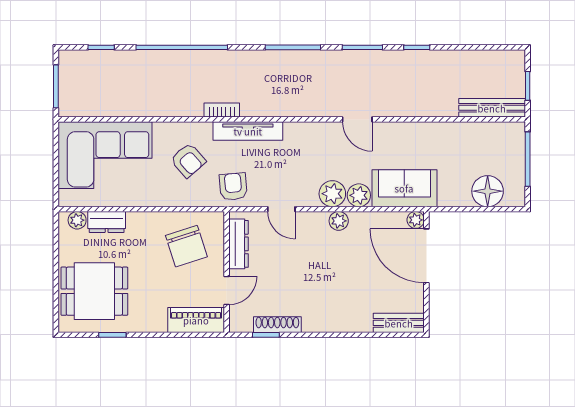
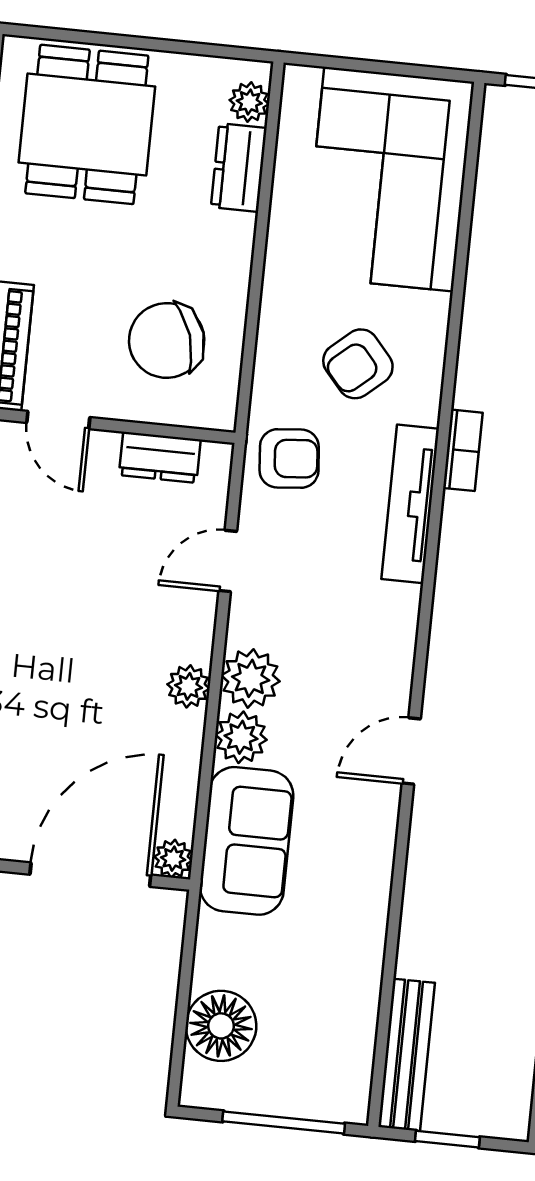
dresser: (239, 244) -> (160, 457), width x0.70

